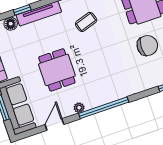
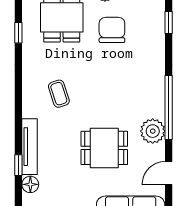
plant: (79, 108) -> (153, 131), width x1.87, depth x1.87
door: (54, 125) -> (169, 173), hinge flipped

